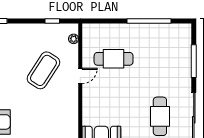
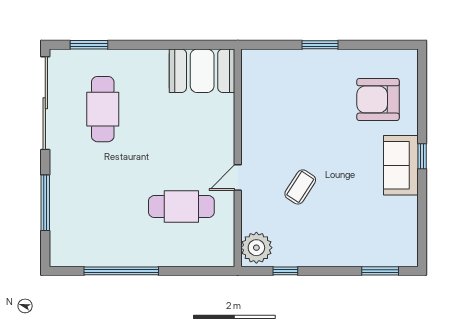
plant: (74, 39) -> (256, 248), width x1.88, depth x1.88
coffee table: (43, 70) -> (300, 187), width x0.54, depth x0.58

